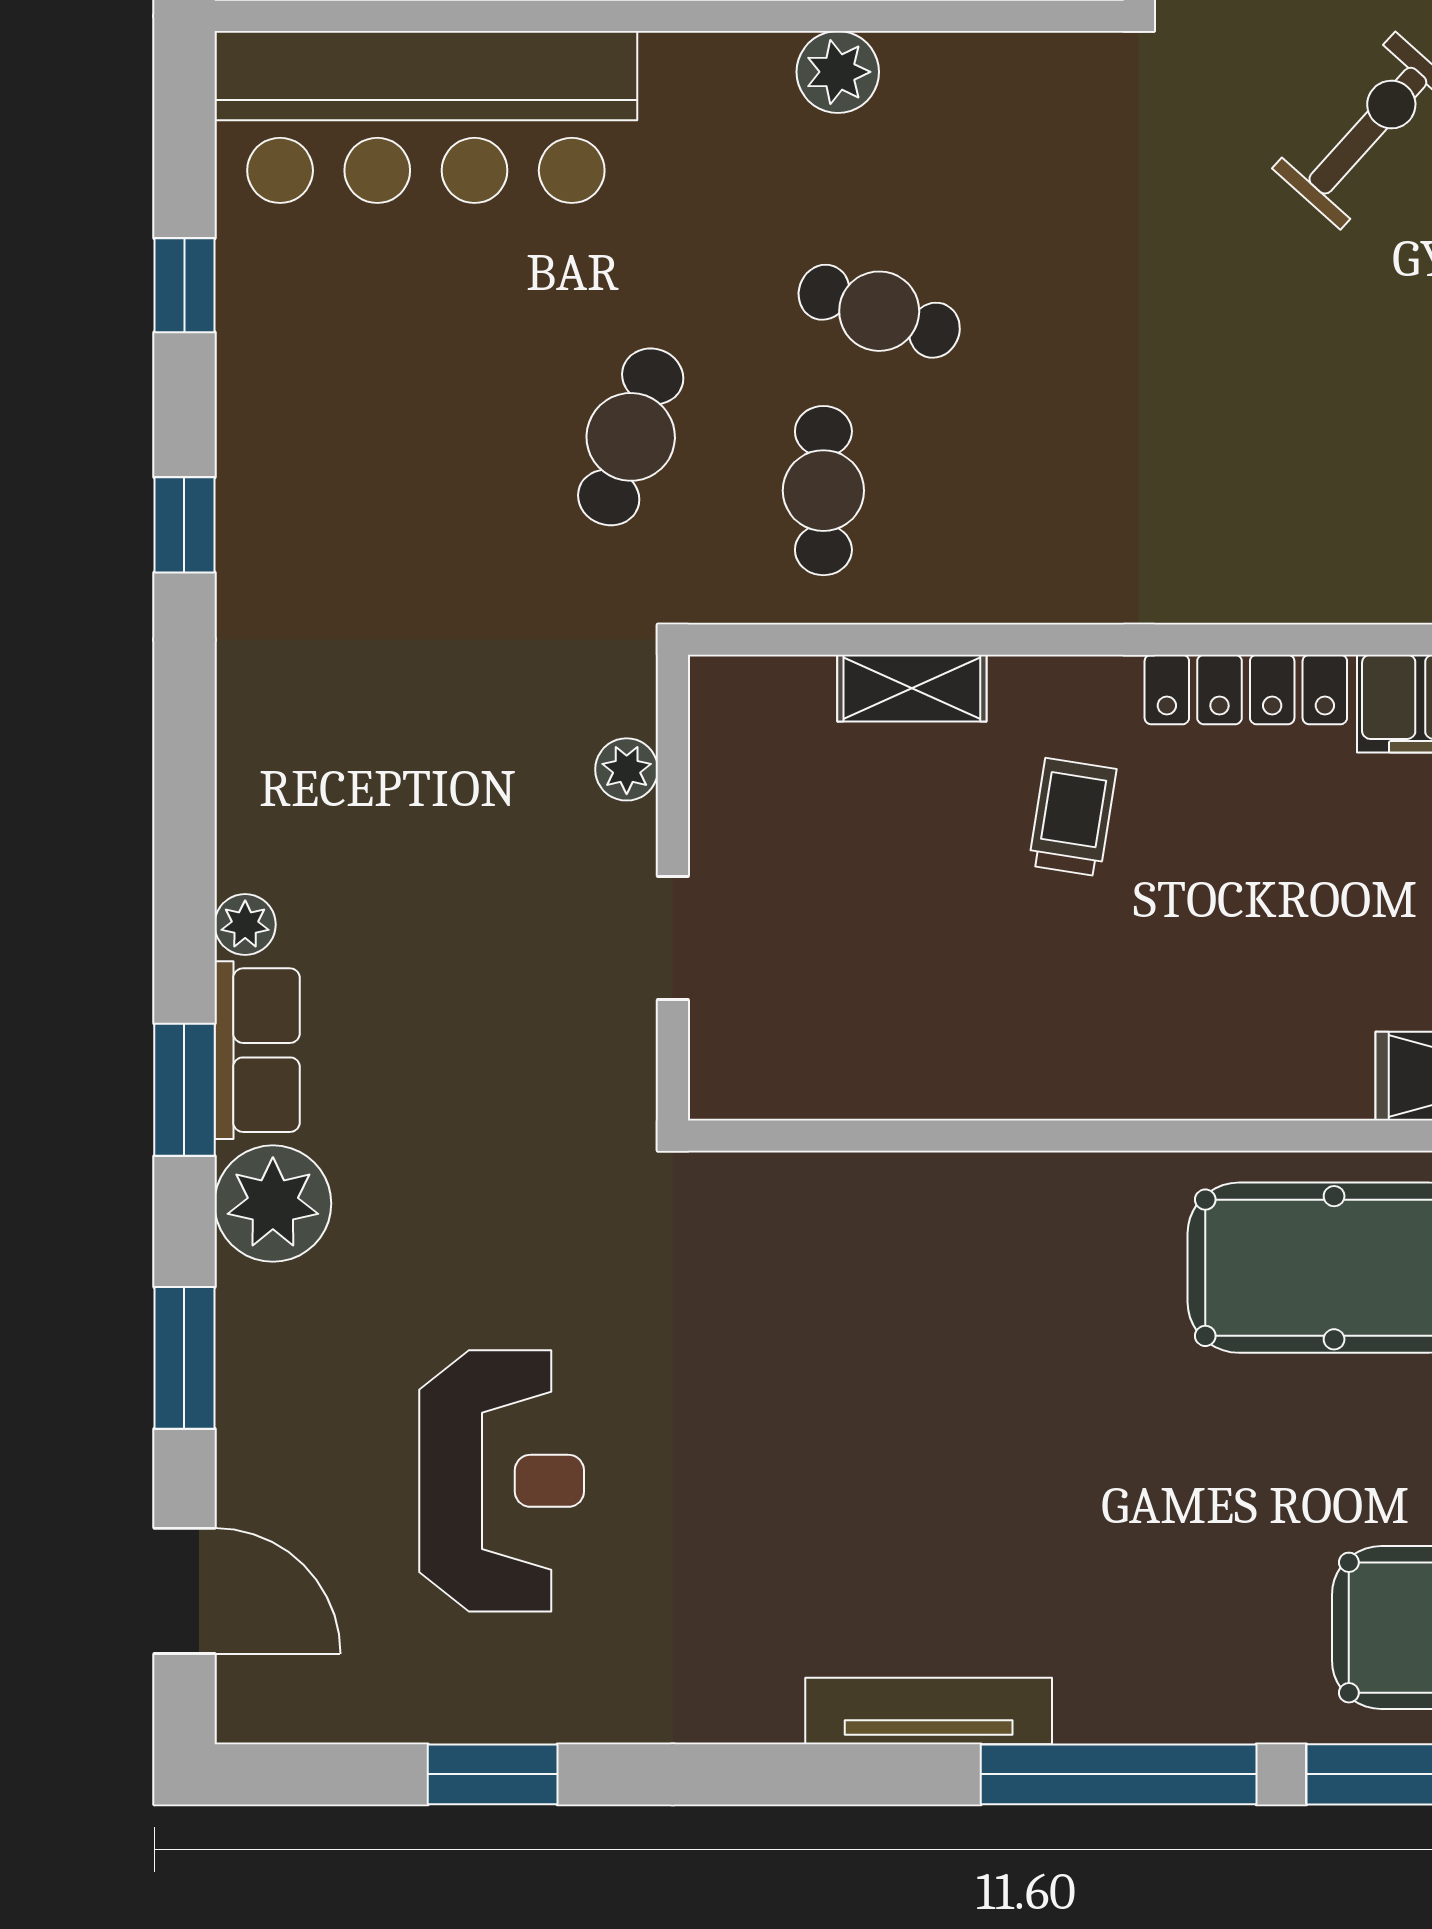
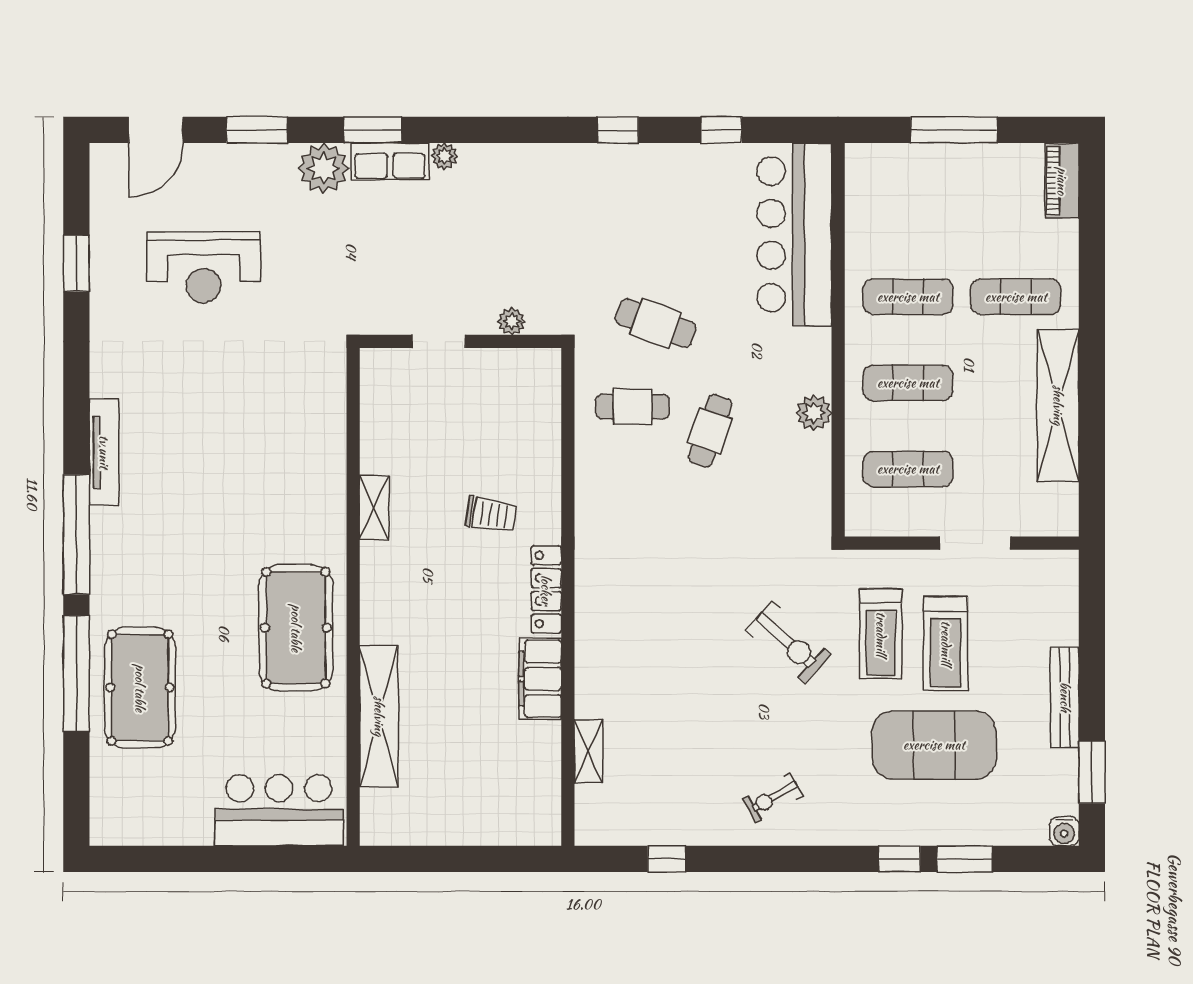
shelving: (912, 688) -> (374, 508), moved

